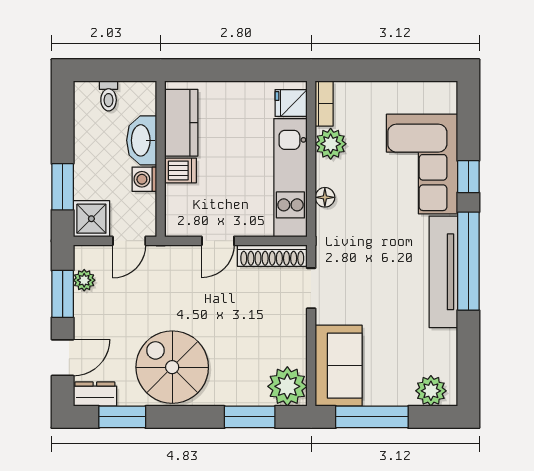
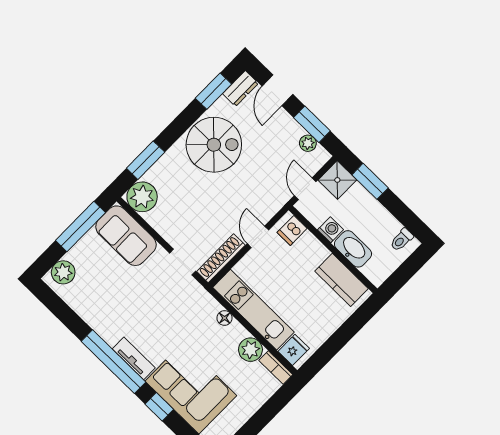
toilet: (109, 96) -> (402, 240), moved, turned -90
dishwasher: (181, 170) -> (292, 230), moved
tv unit: (443, 272) -> (134, 358), width x0.52, depth x0.78

